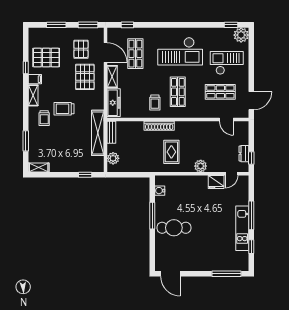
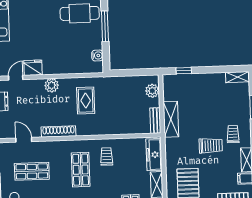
shoe rack: (159, 126) -> (58, 131), moved
shelving: (98, 133) -> (171, 119), width x0.68

